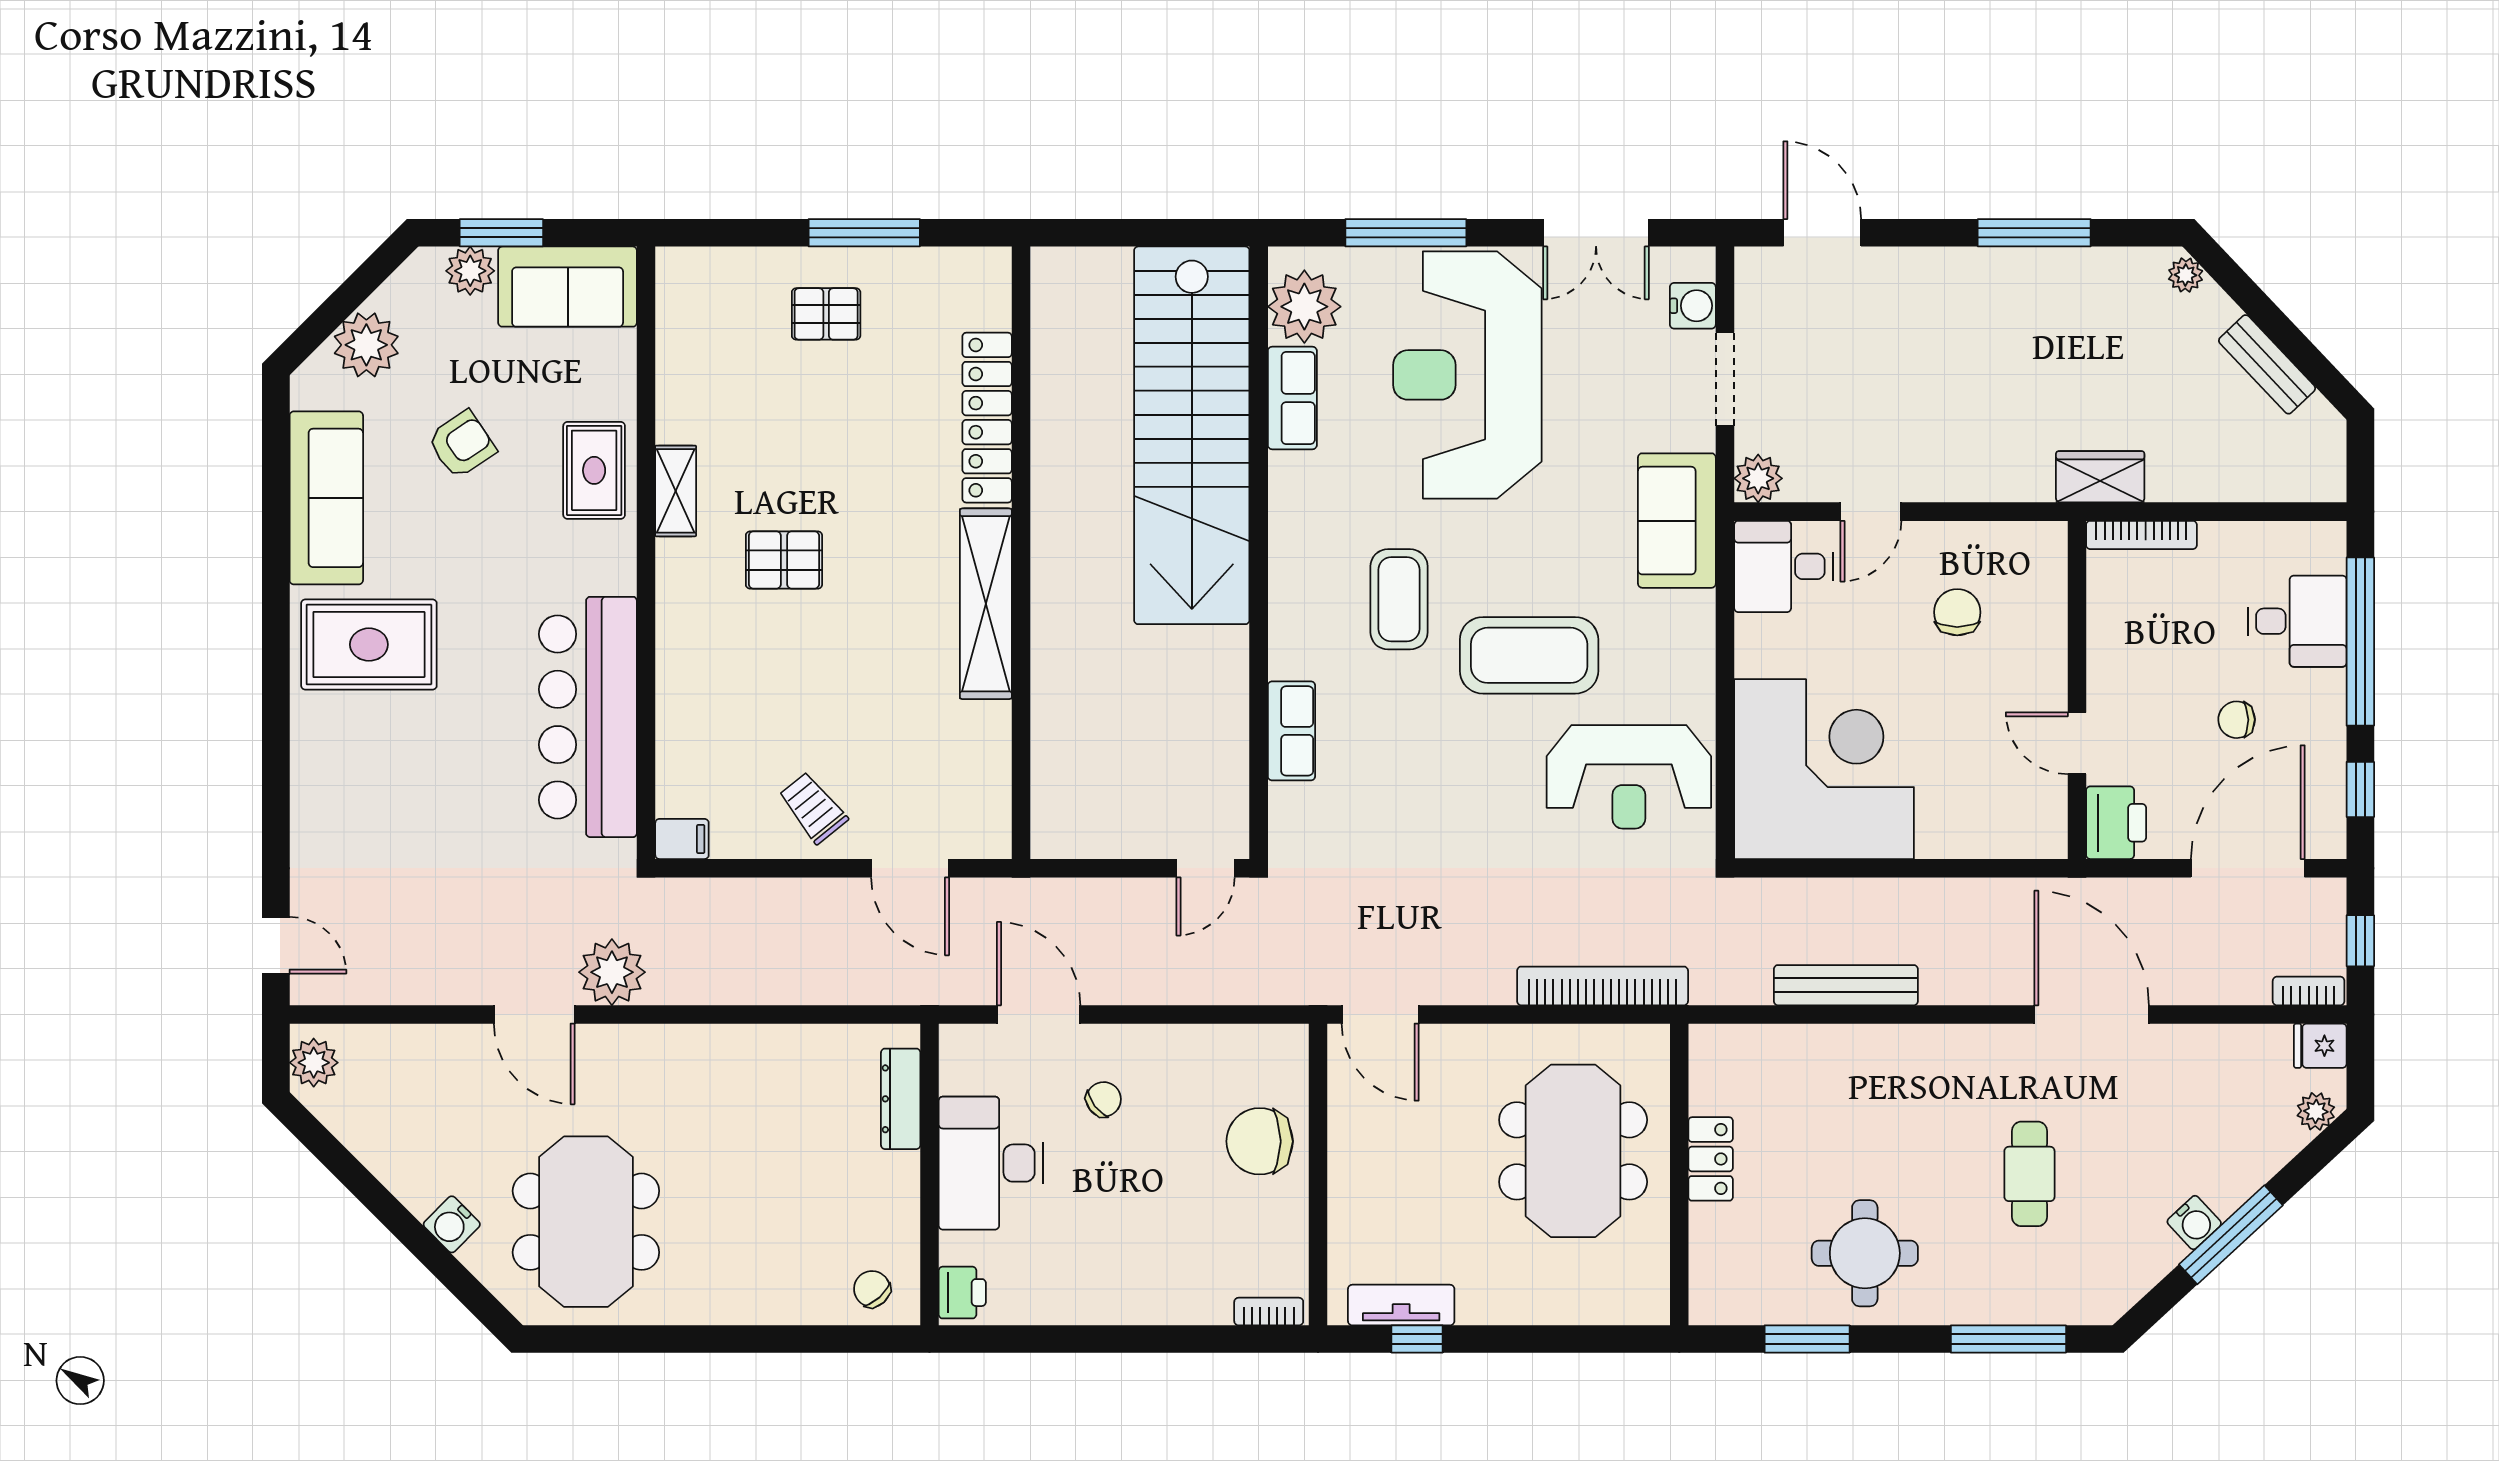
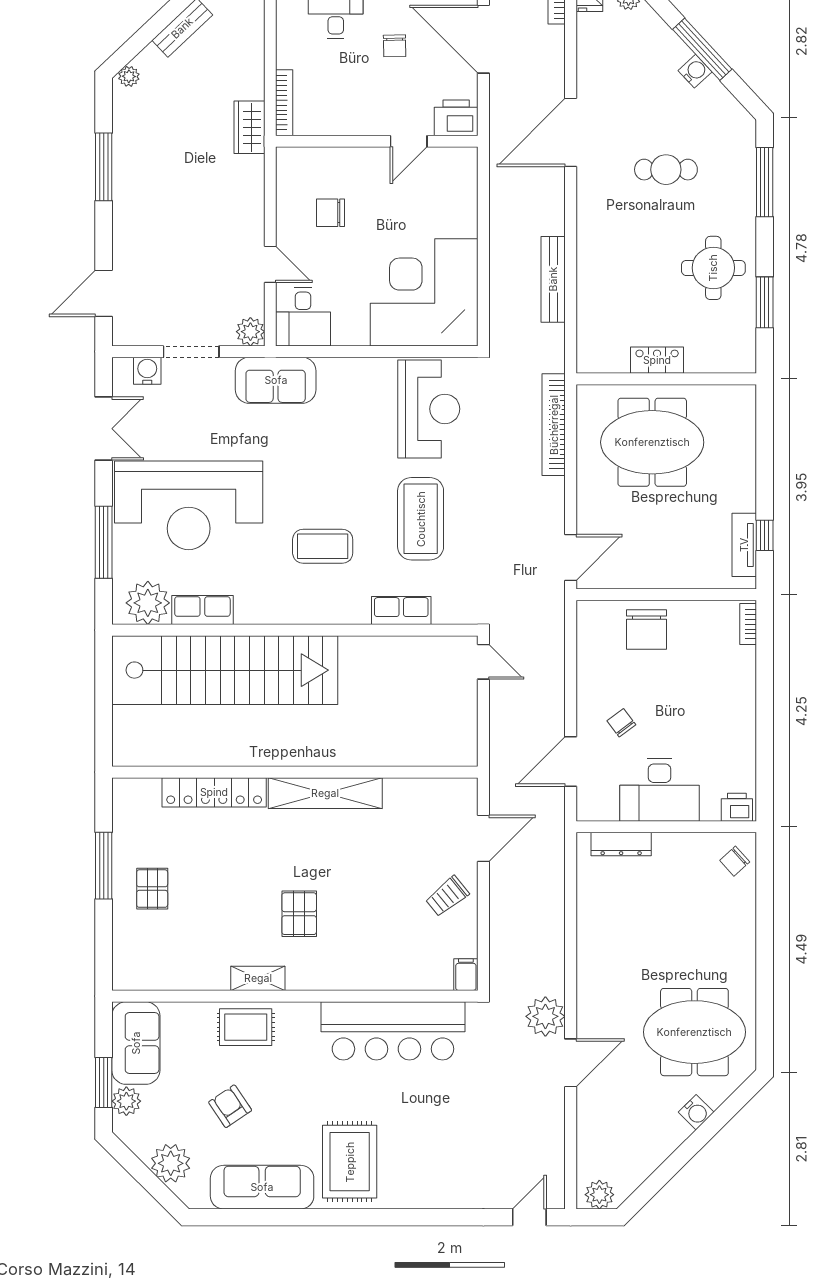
coffee table: (1529, 655) -> (421, 519), moved

